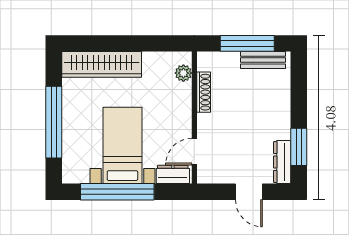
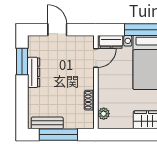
shoe rack: (204, 92) -> (89, 100), width x0.70
dresser: (282, 162) -> (34, 72), moved

